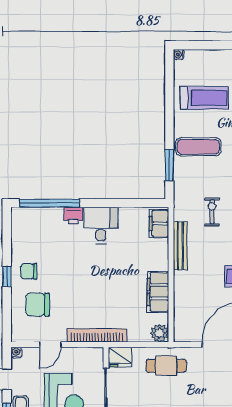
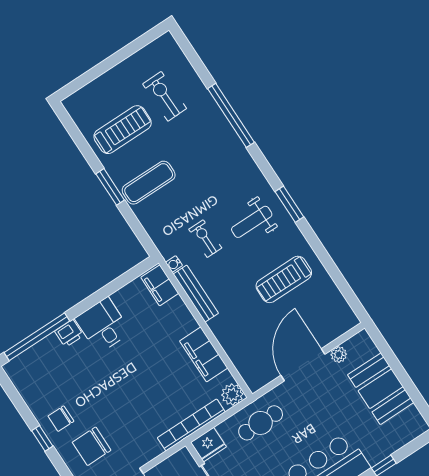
water cooler: (179, 54) -> (174, 264), moved
window: (169, 165) -> (110, 187), moved
bookcase: (97, 335) -> (191, 425), moved

